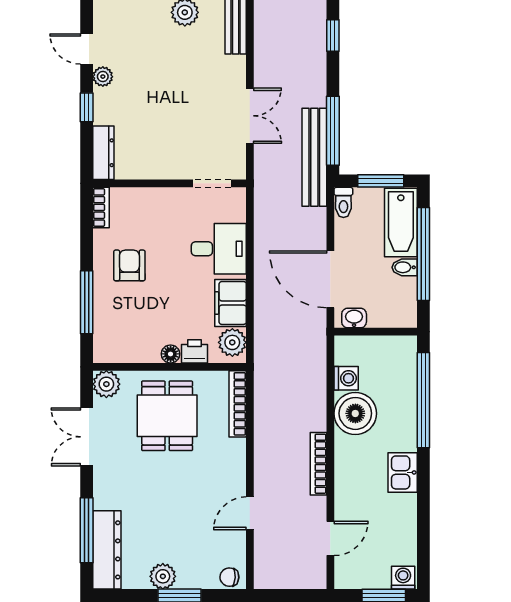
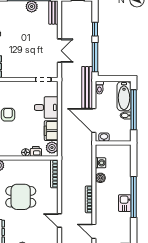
window: (333, 35) -> (95, 29), moved
bench: (314, 157) -> (87, 87), moved
window: (381, 181) -> (115, 79), removed
window: (423, 400) -> (134, 197), moved
boiler: (355, 413) -> (100, 178), width x0.54, depth x0.54
dining table: (167, 416) -> (21, 197), moved, turned 90
door: (250, 513) -> (60, 221), hinge flipped
door: (330, 538) -> (94, 231), swing flipped

